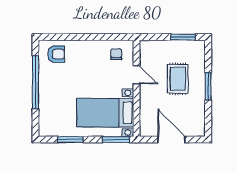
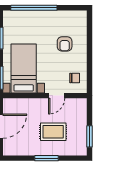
armchair: (56, 54) -> (65, 44), moved
window: (35, 82) -> (34, 8), moved

